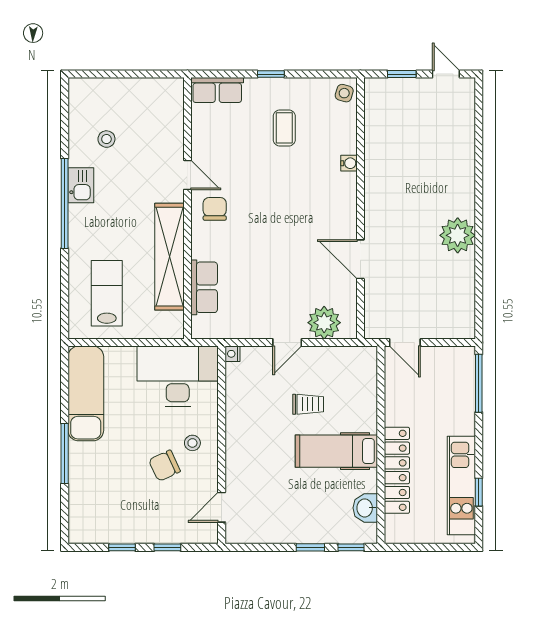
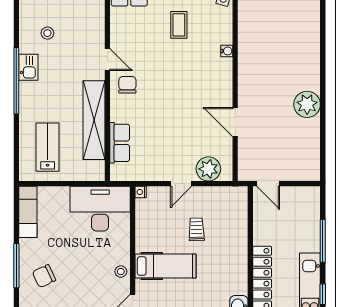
window: (479, 383) -> (323, 241), moved
exam couch: (86, 393) -> (28, 212), width x0.73, depth x0.69
trolley: (308, 404) -> (196, 229), turned -92
stool: (192, 443) -> (121, 272), moved
hospital bed: (336, 451) -> (165, 266), moved, turned 180
chair: (165, 466) -> (44, 276), moved

